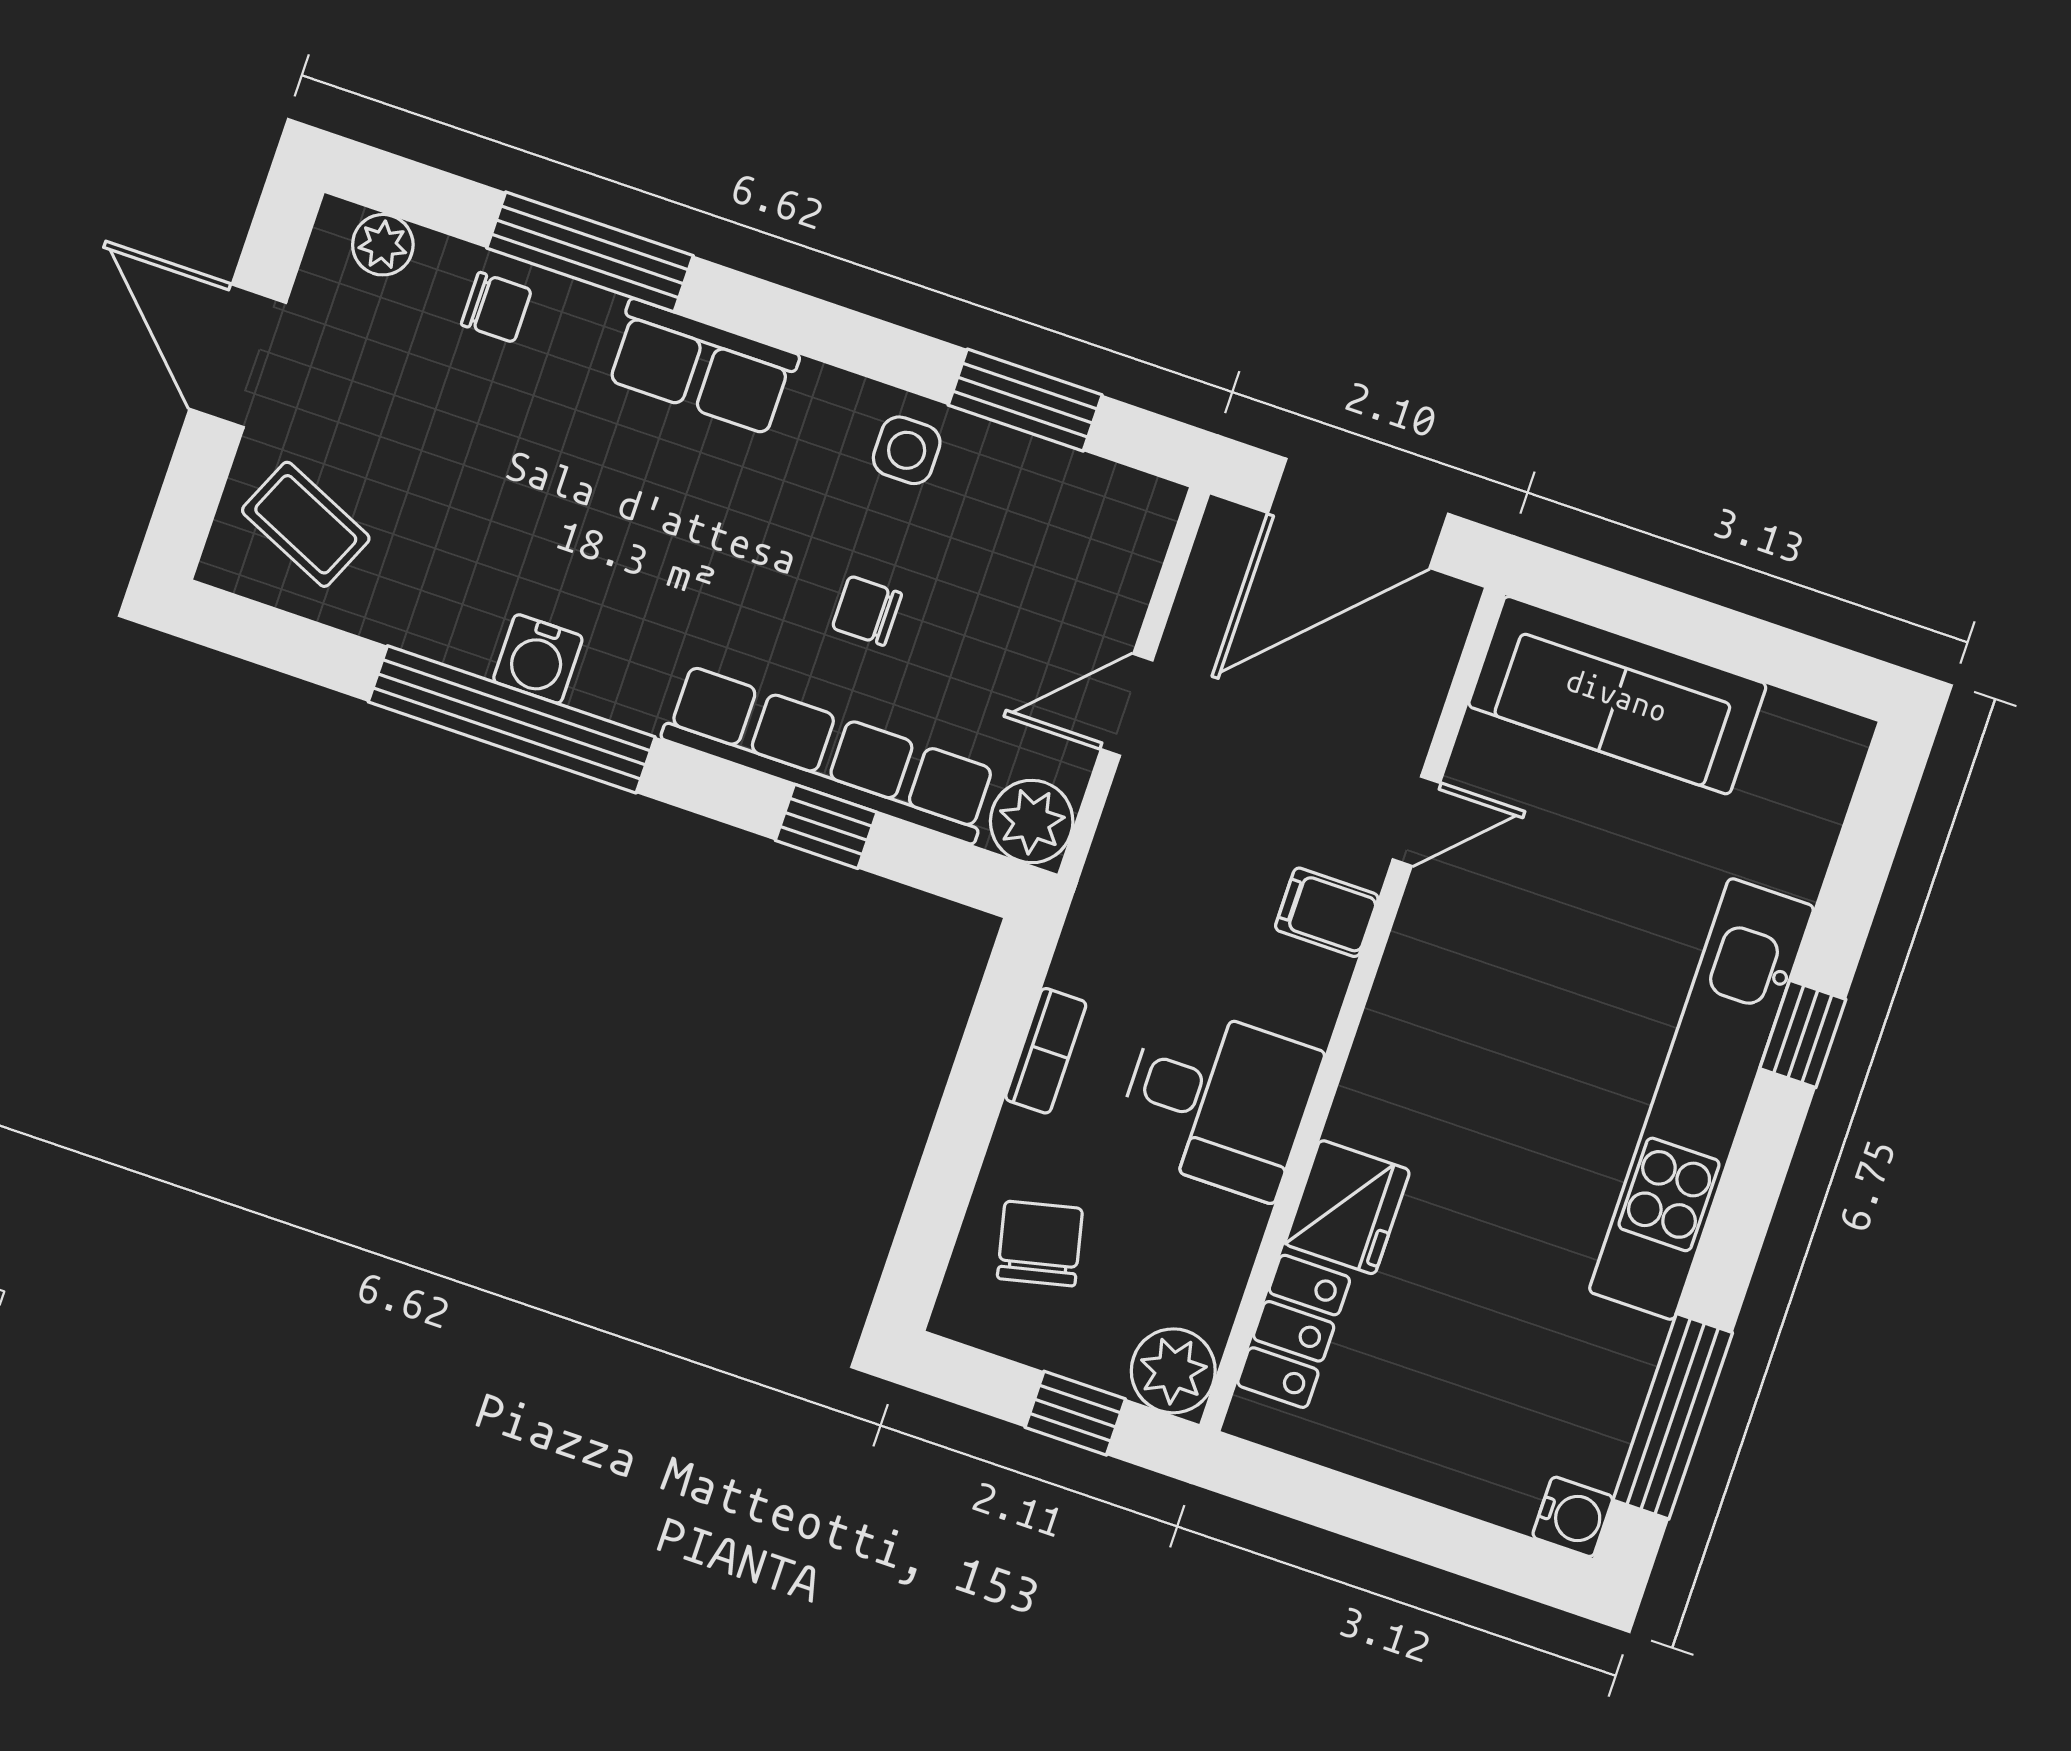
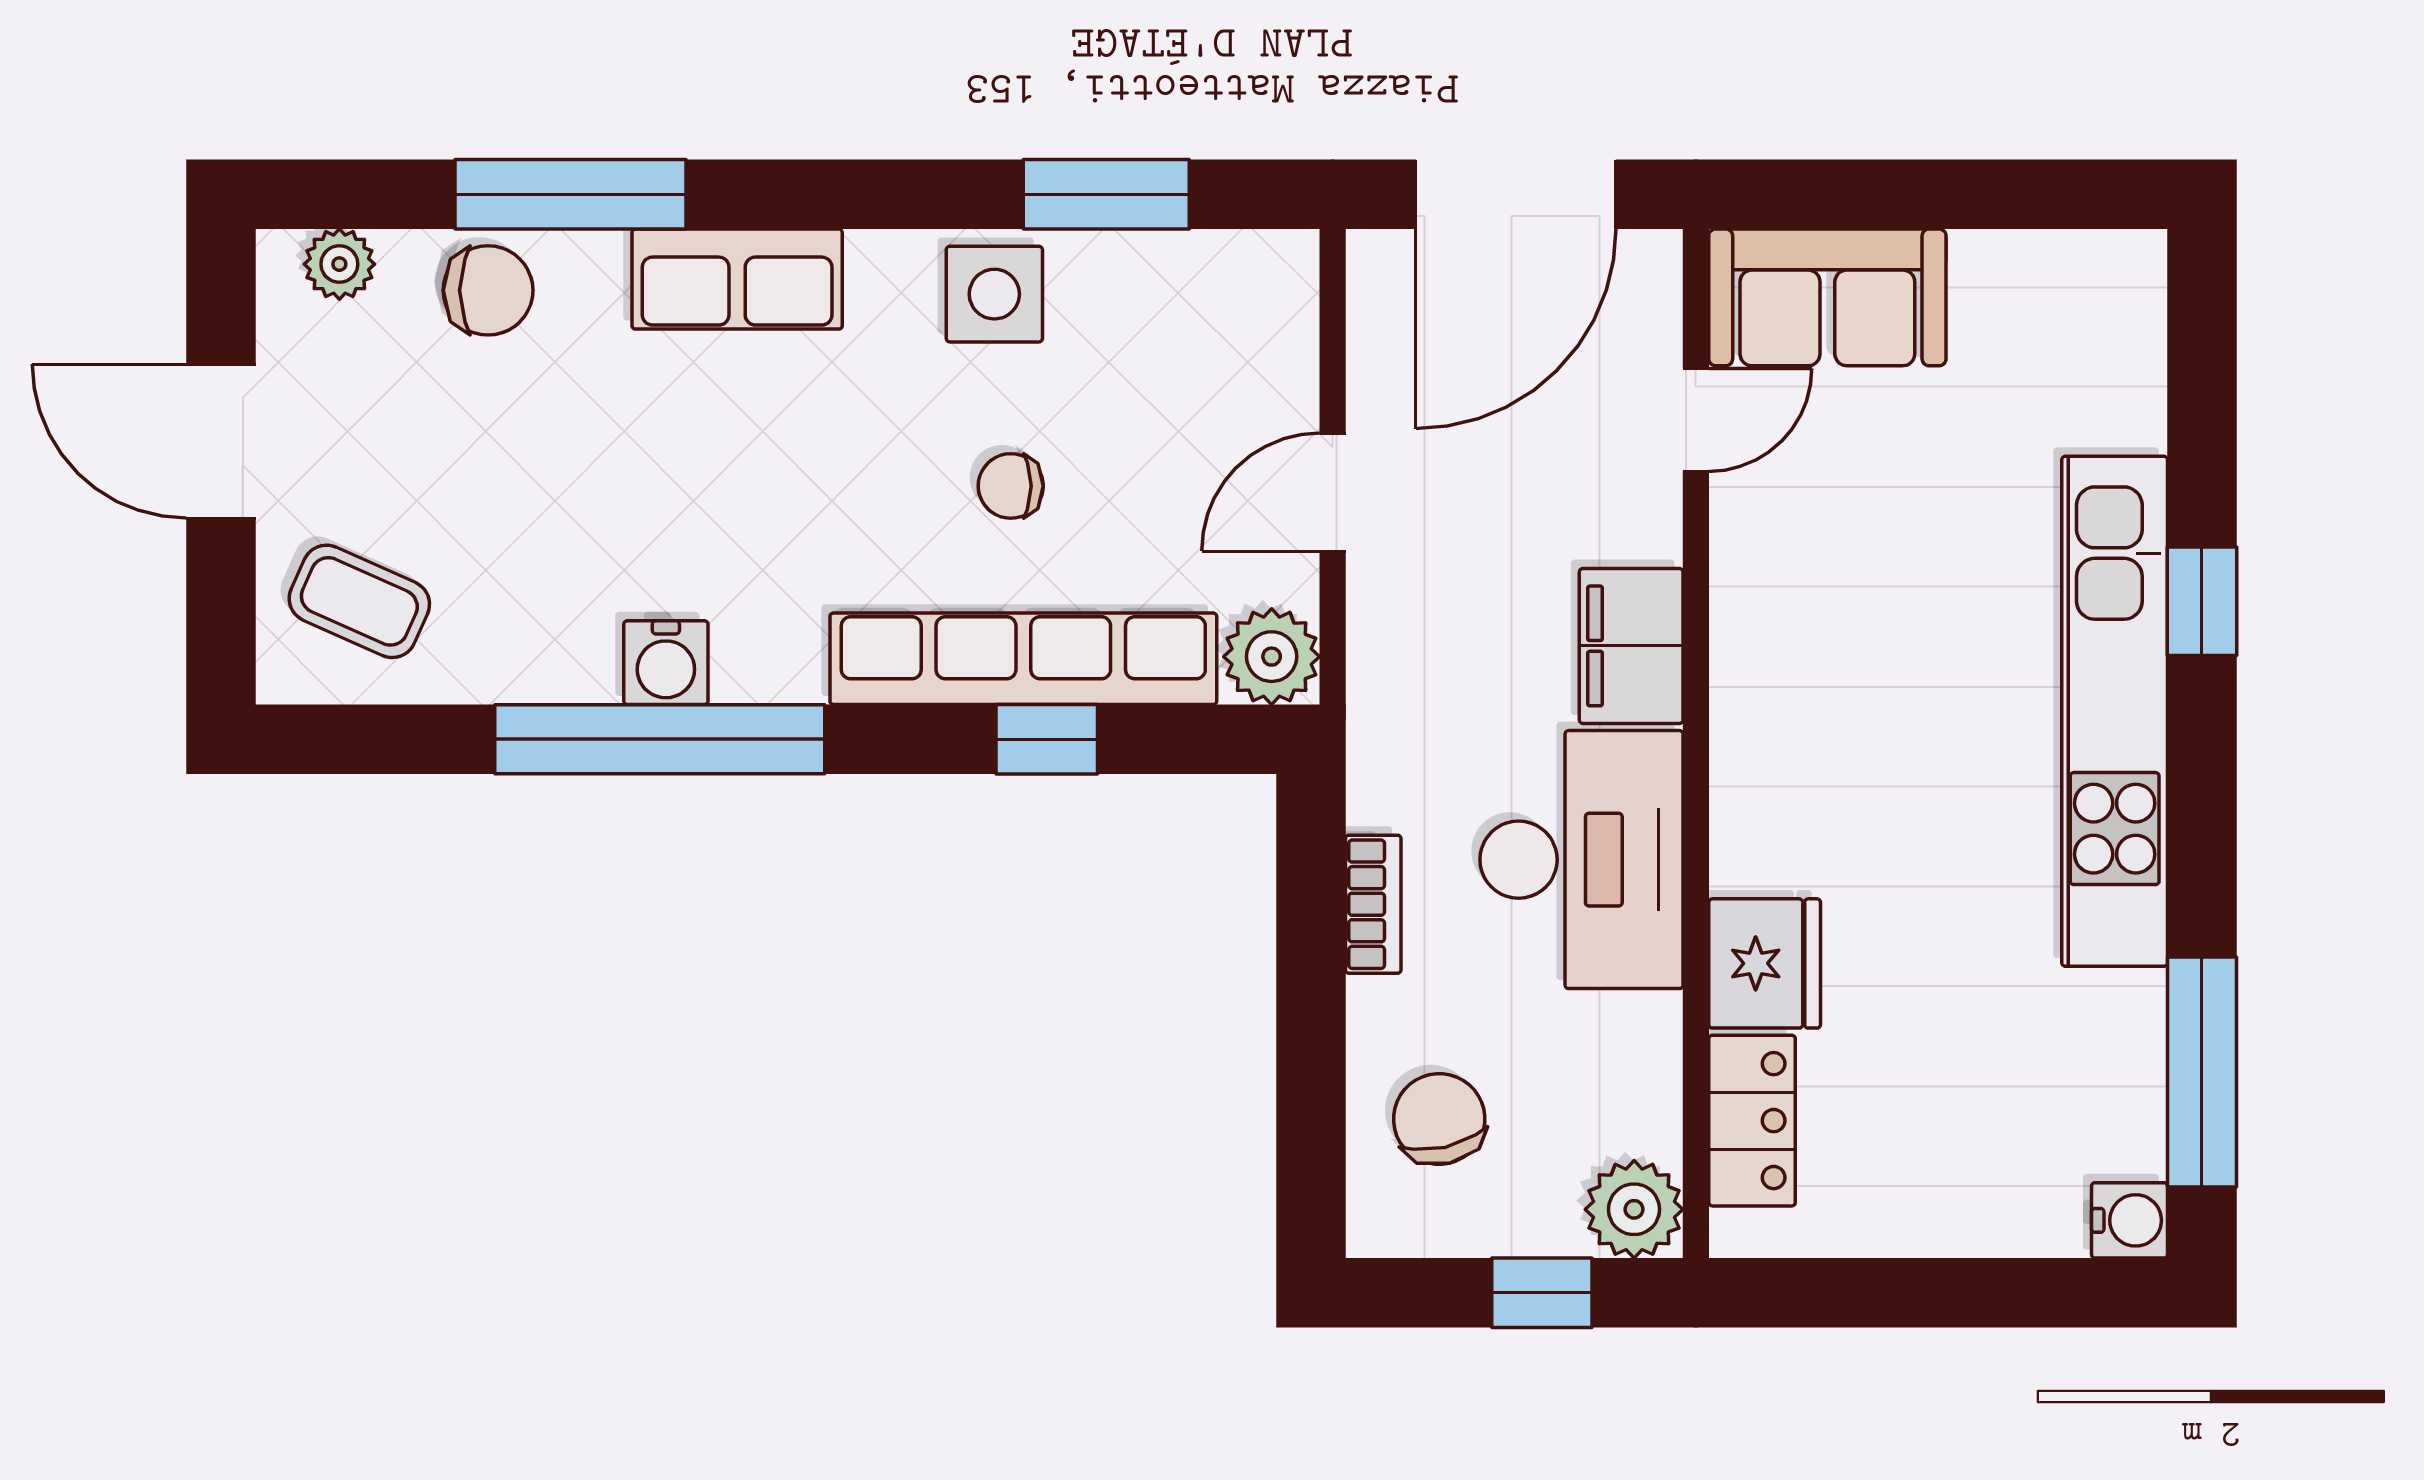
chair: (496, 307) -> (488, 290), width x1.37, depth x1.37
side table: (907, 450) -> (994, 294), width x1.37, depth x1.37
sofa: (1617, 695) -> (1827, 297), width x0.73
door: (1416, 821) -> (1696, 420), moved
filing cabinet: (1327, 912) -> (1631, 646), width x2.00
desk: (1218, 1101) -> (1581, 860), width x1.37

